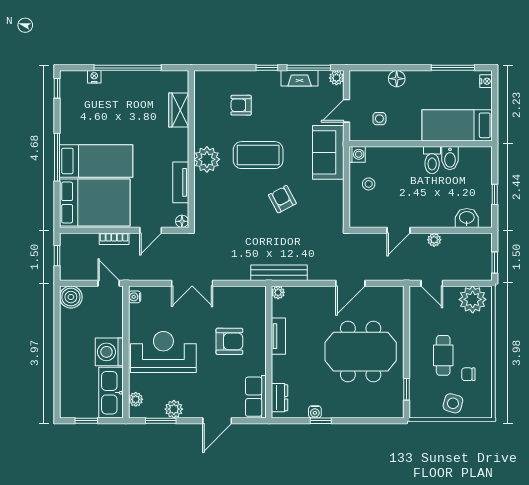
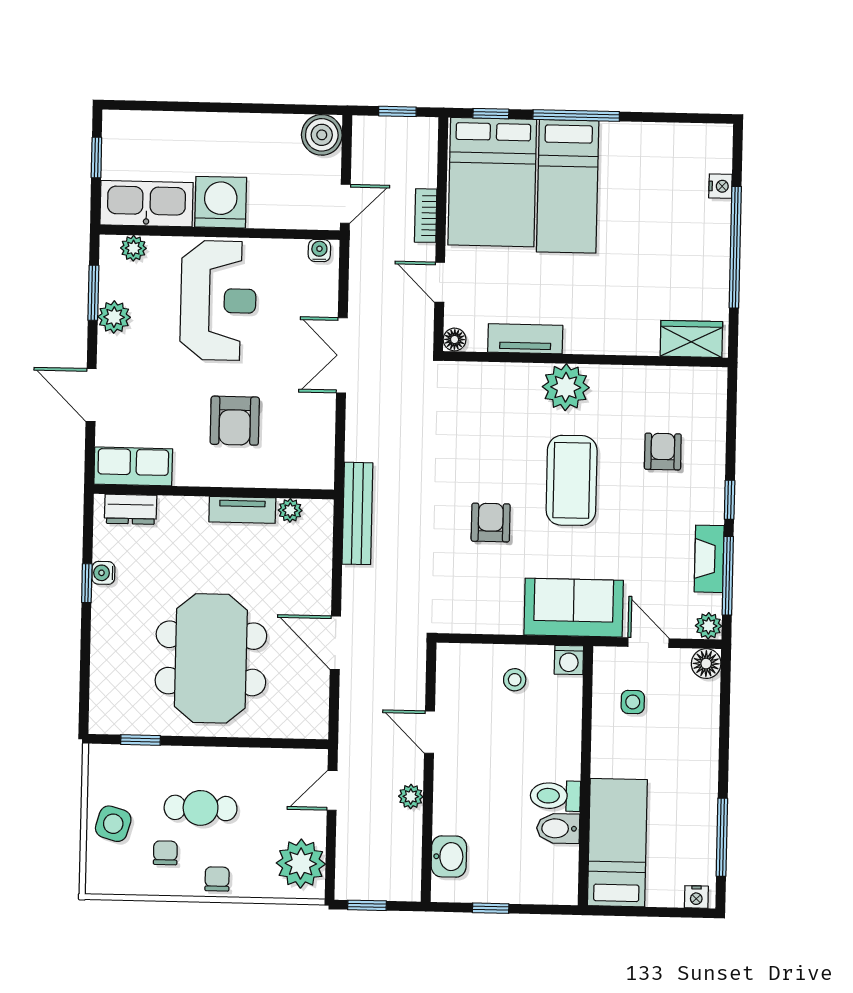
floor lamp: (397, 79) -> (706, 664), moved
window: (57, 88) -> (491, 114), moved
wardrobe: (179, 110) -> (691, 339), moved
armchair: (282, 199) -> (491, 523), turned -62
plant: (278, 292) -> (290, 510), moved
chair: (482, 345) -> (217, 879), added

